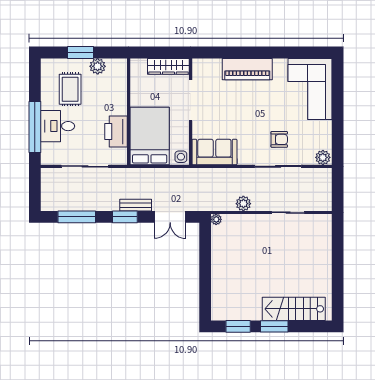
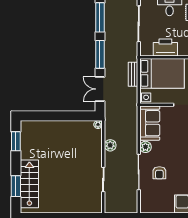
plant: (323, 157) -> (145, 147), moved
bench: (136, 205) -> (133, 74), moved
window: (125, 217) -> (100, 54), width x1.44
window: (274, 326) -> (16, 186), moved

